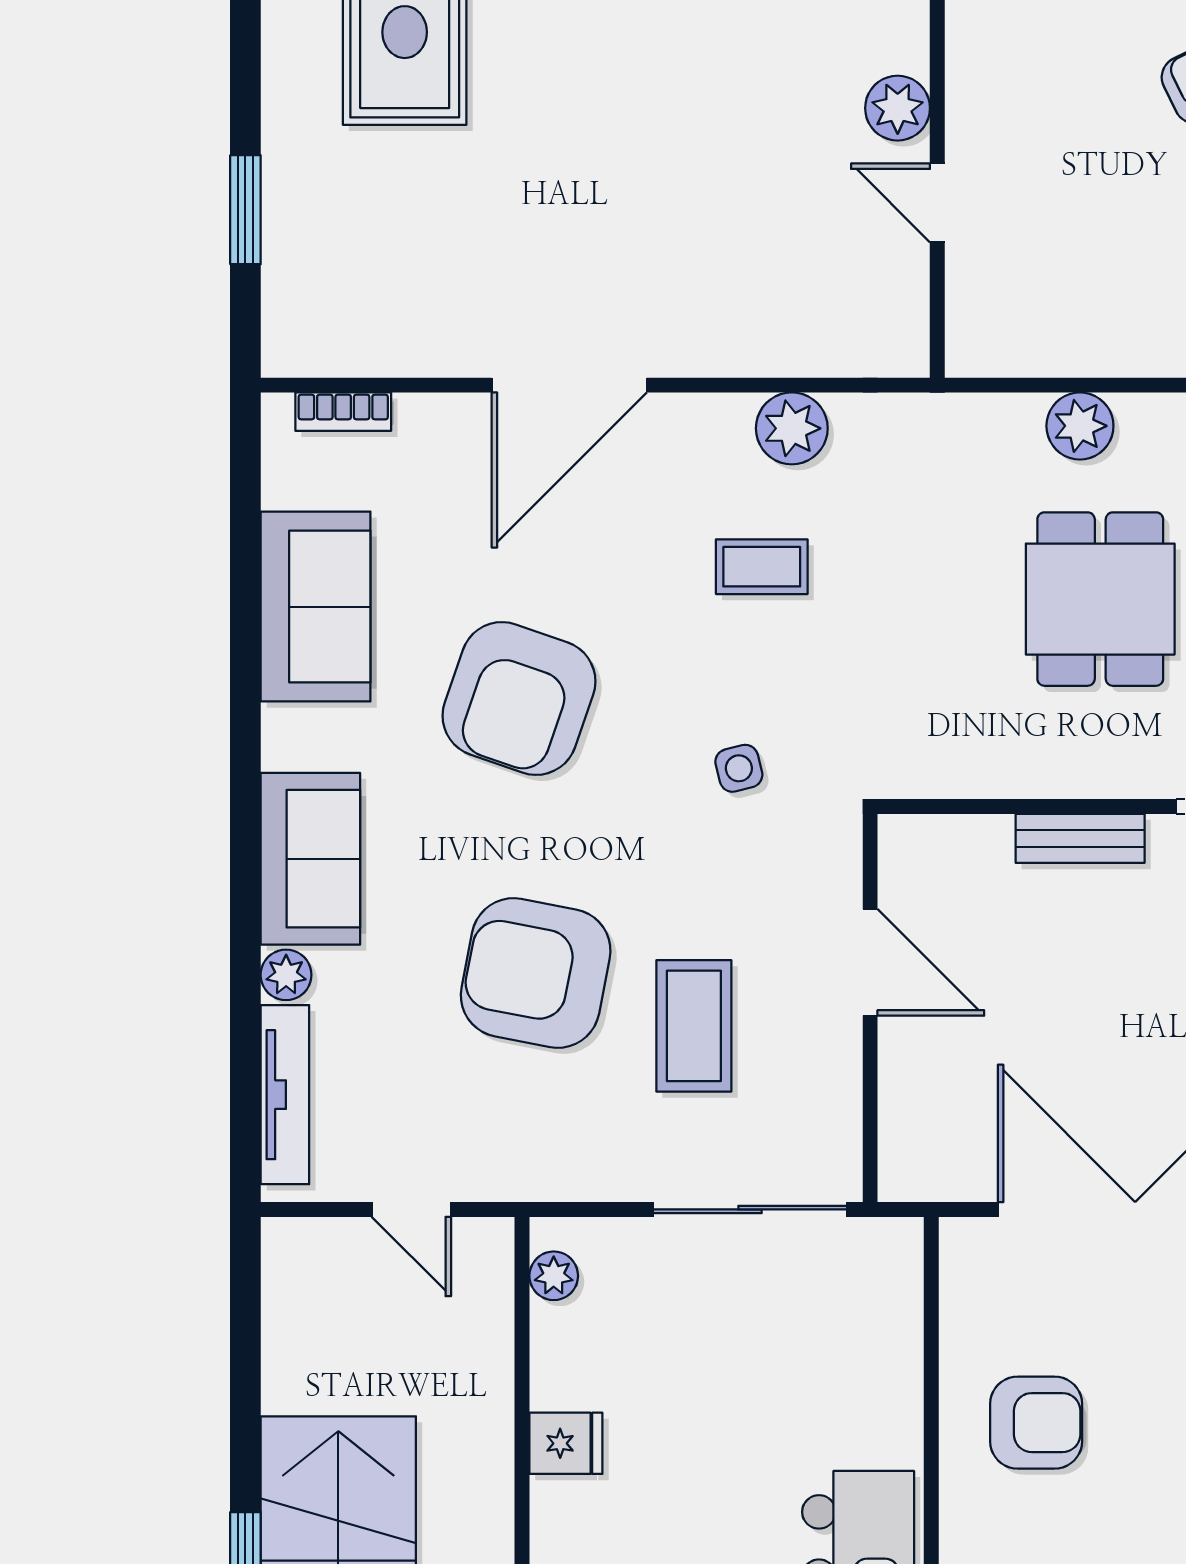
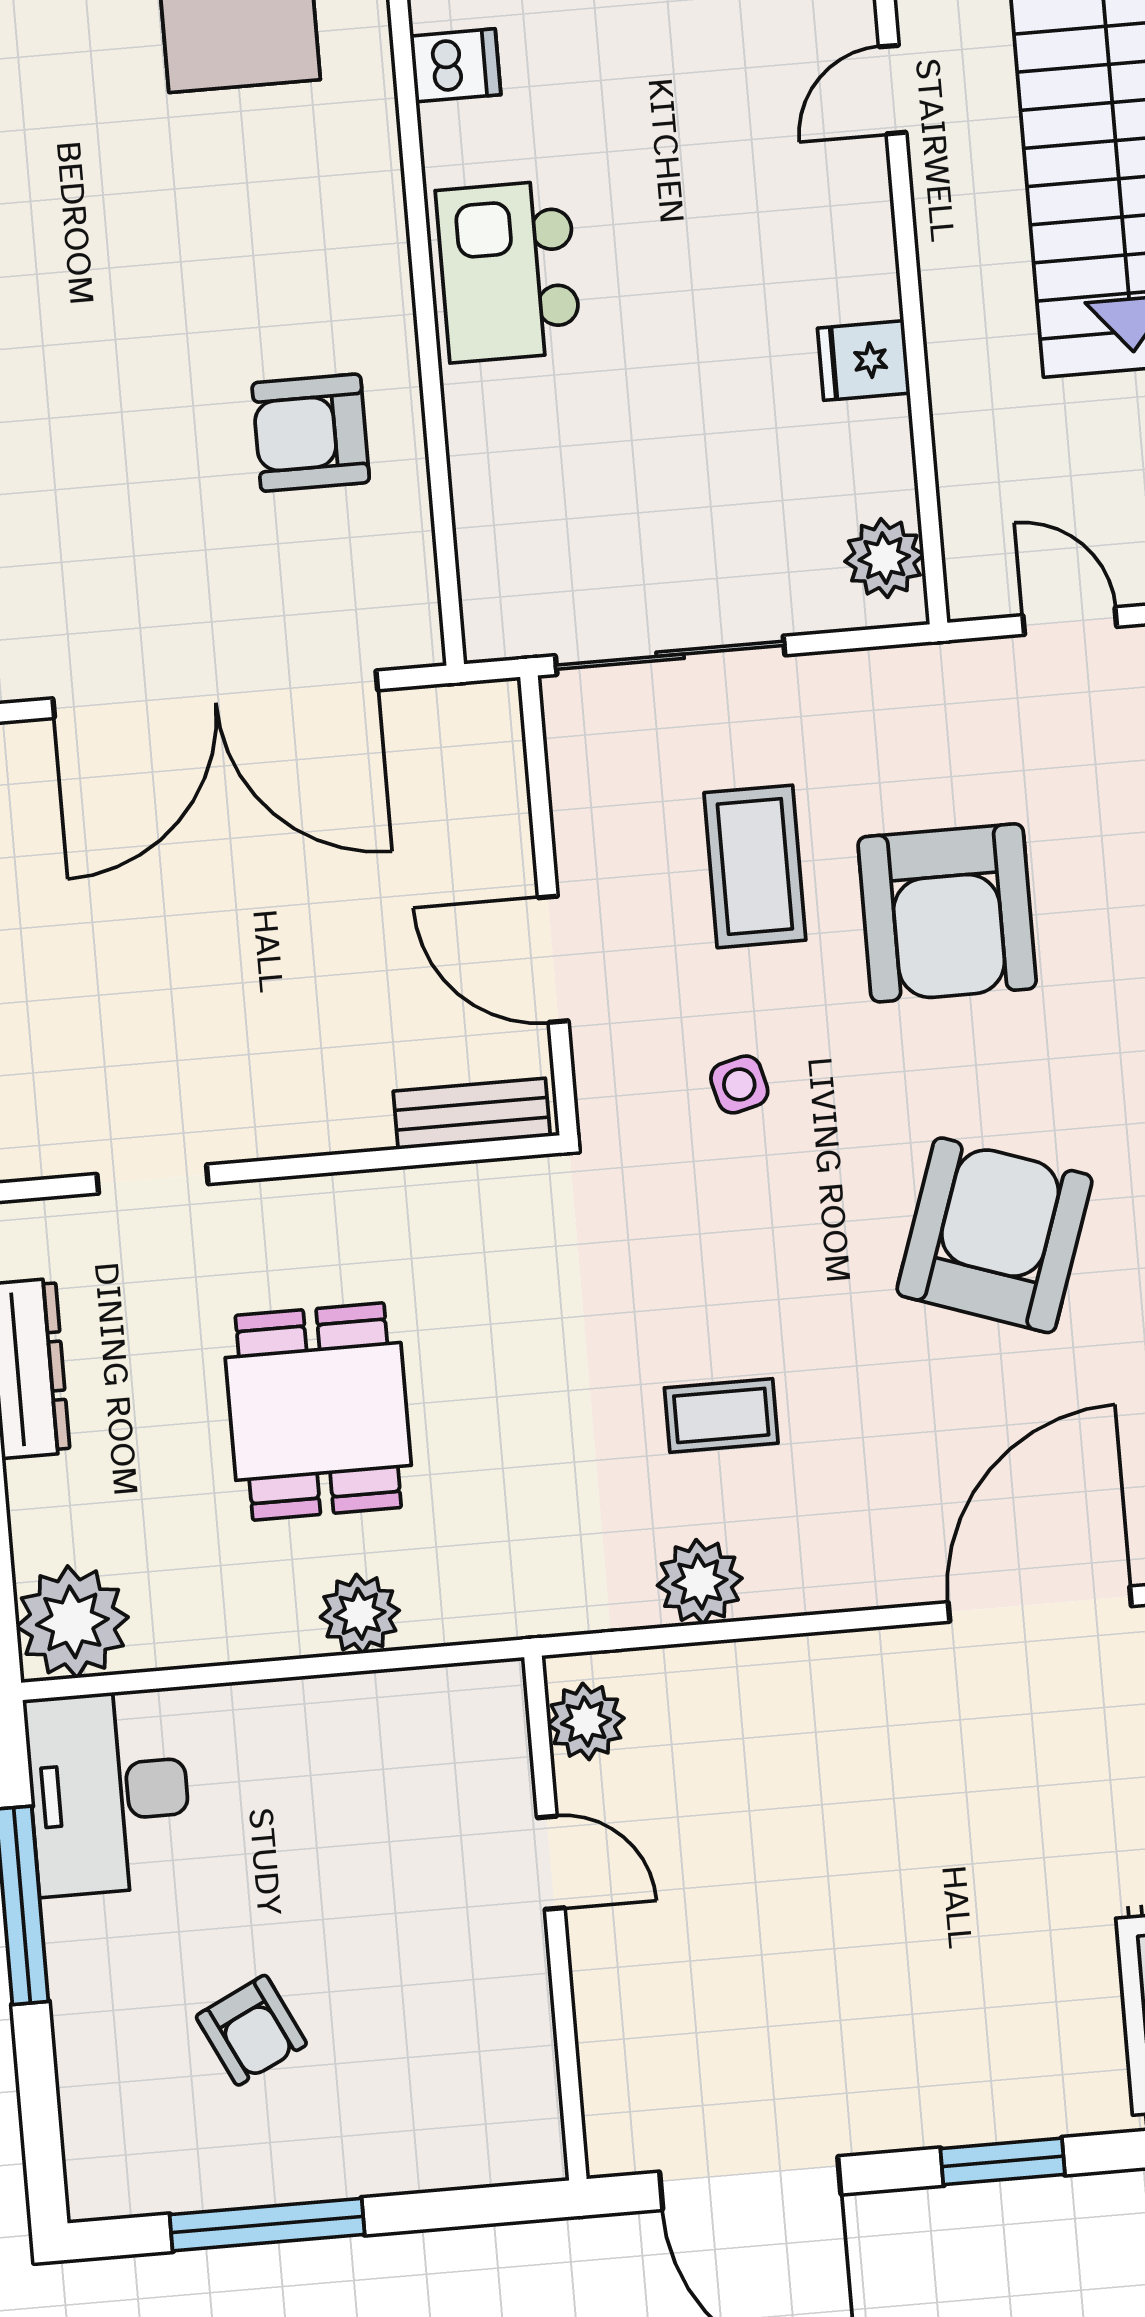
plant: (898, 108) -> (586, 1721), moved
door: (569, 385) -> (1040, 1604), moved
side table: (739, 768) -> (739, 1084), moved
bench: (1080, 838) -> (472, 1114), moved
armchair: (536, 973) -> (947, 913), turned 79
plant: (554, 1276) -> (884, 558), width x1.38, depth x1.38

